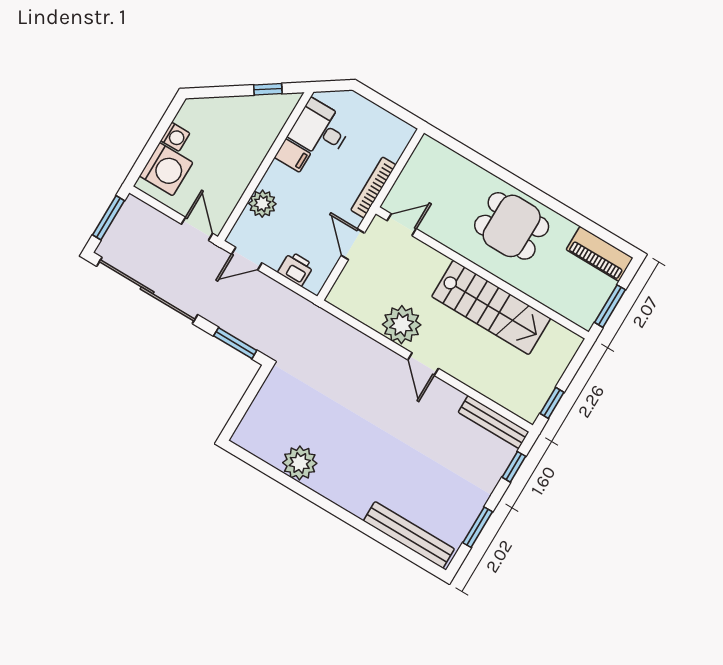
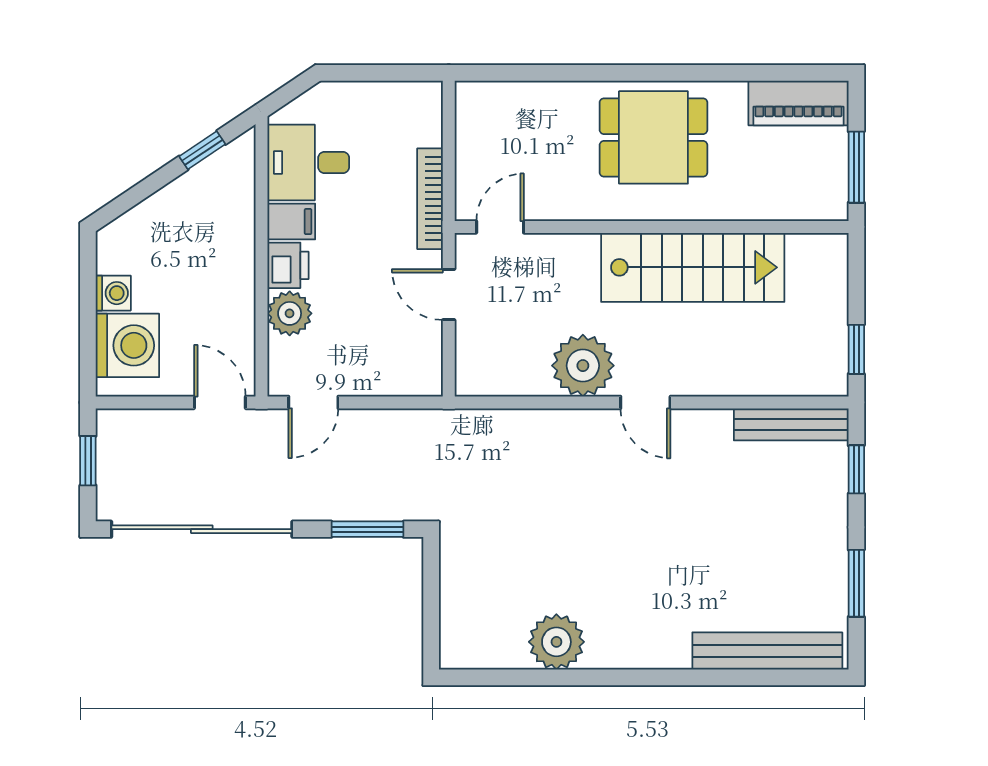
window: (108, 218) -> (88, 461), width x0.67
printer: (296, 269) -> (288, 265), moved, turned 90

